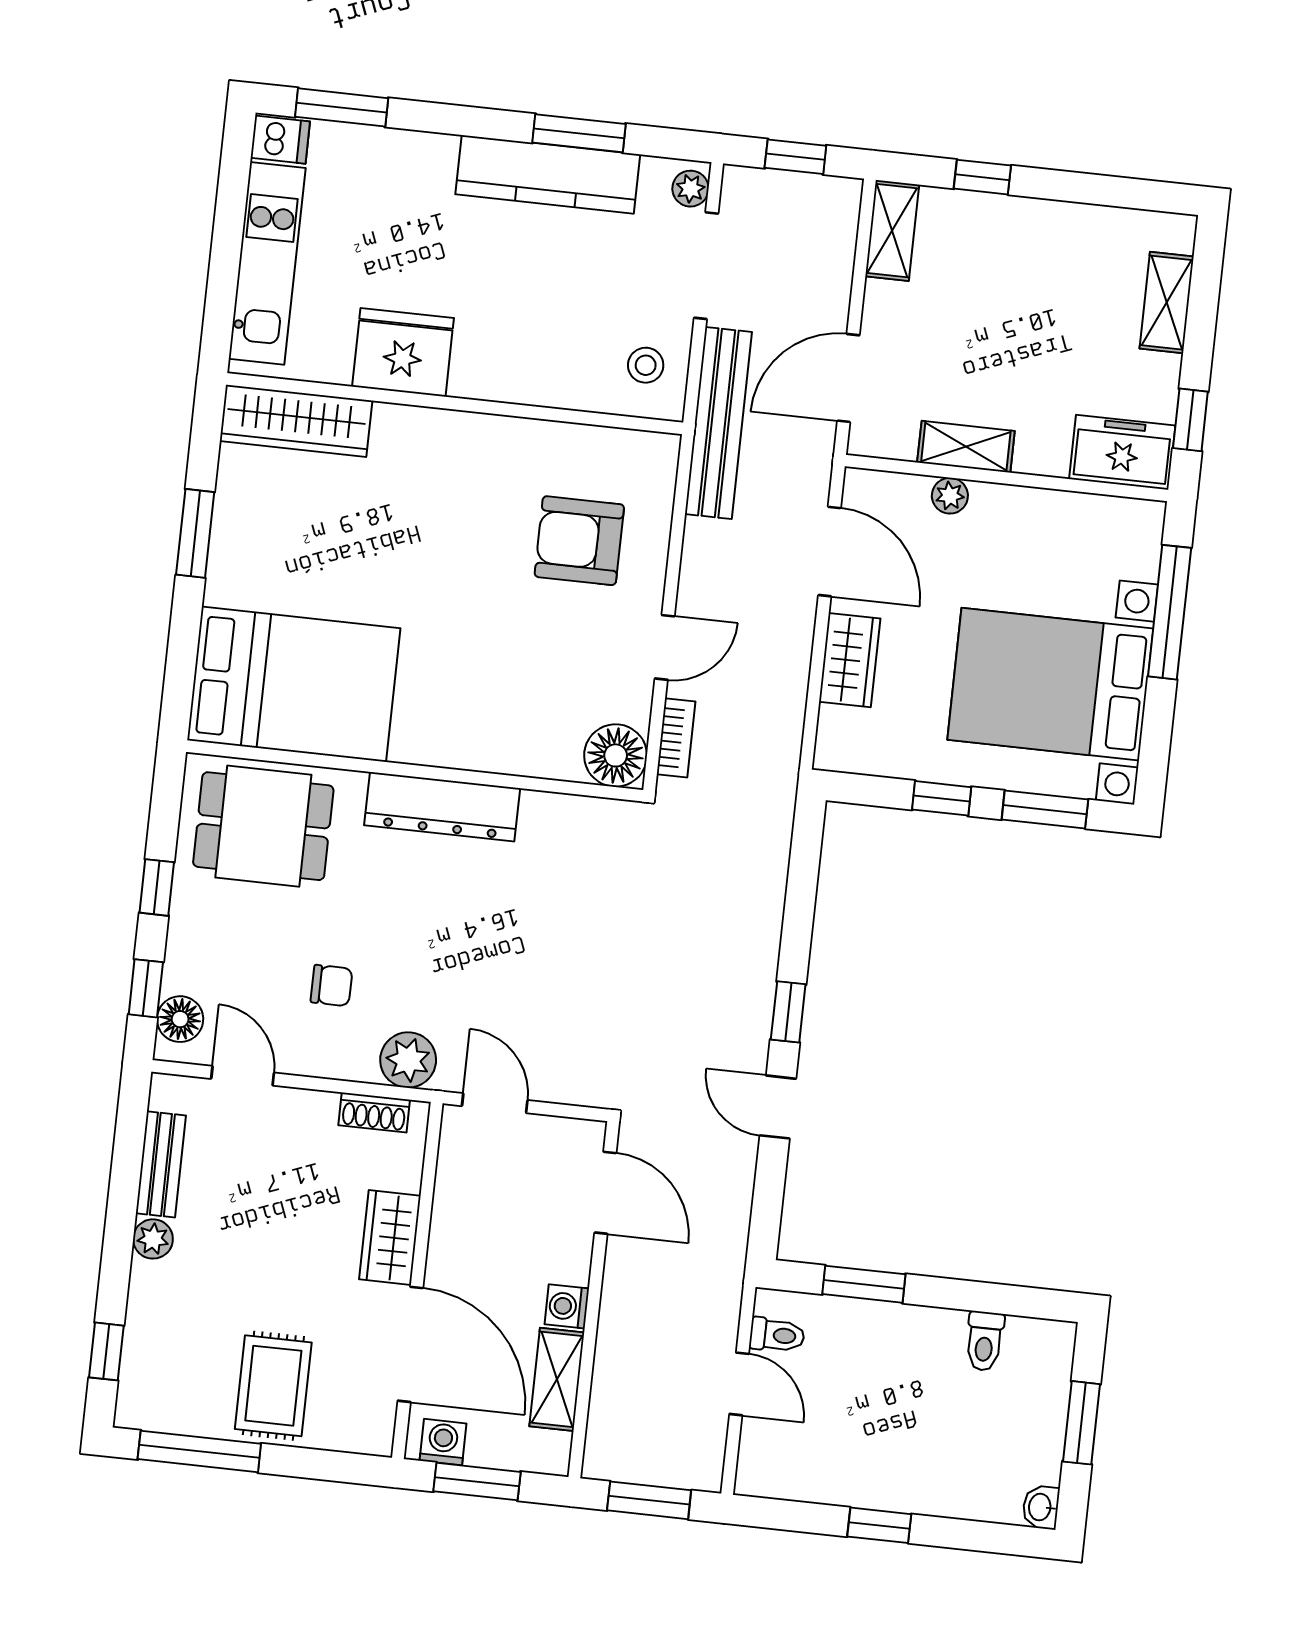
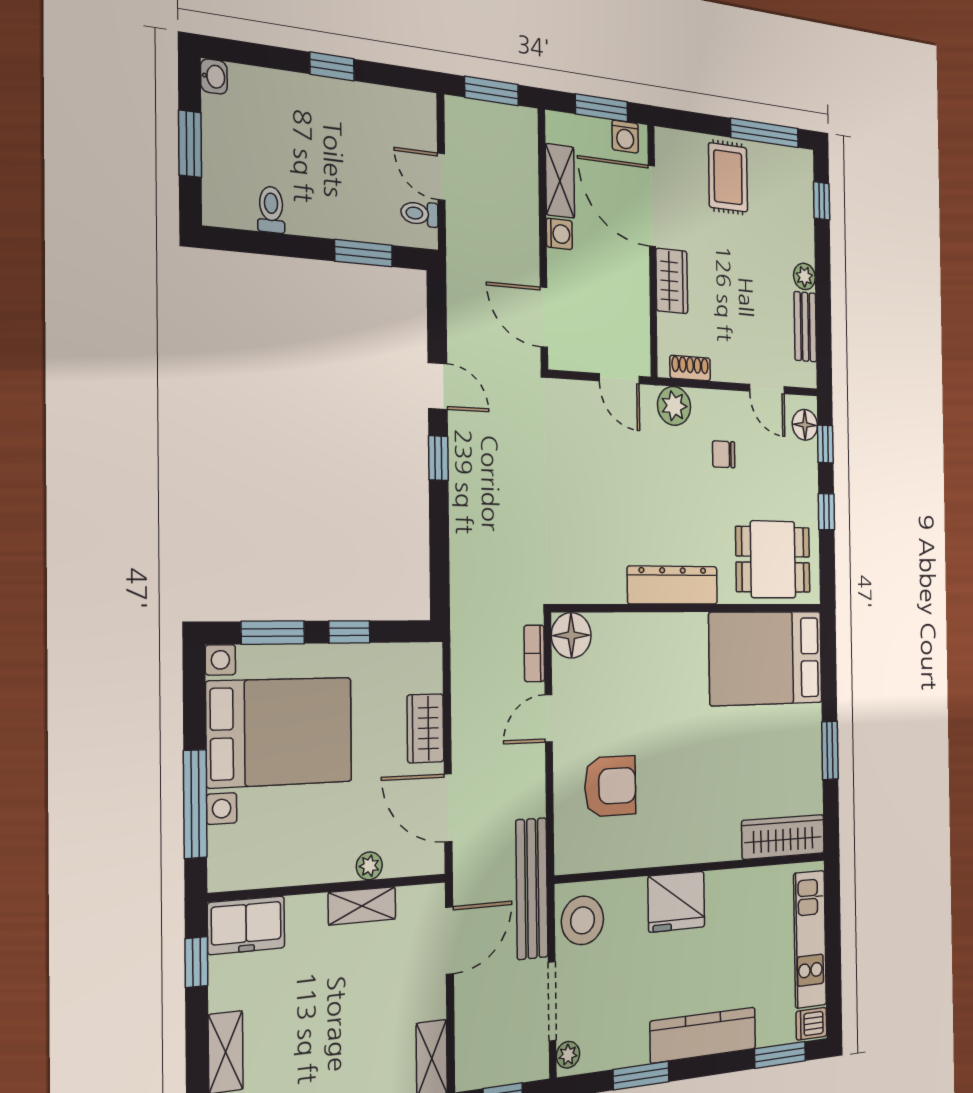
kitchen counter: (548, 174) -> (703, 1035), moved
fridge: (403, 352) -> (676, 902), moved
stool: (646, 365) -> (583, 920), width x1.89, depth x1.89

